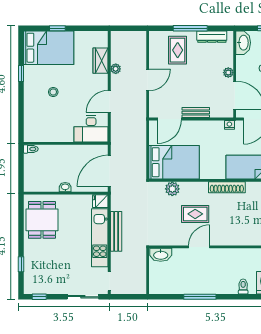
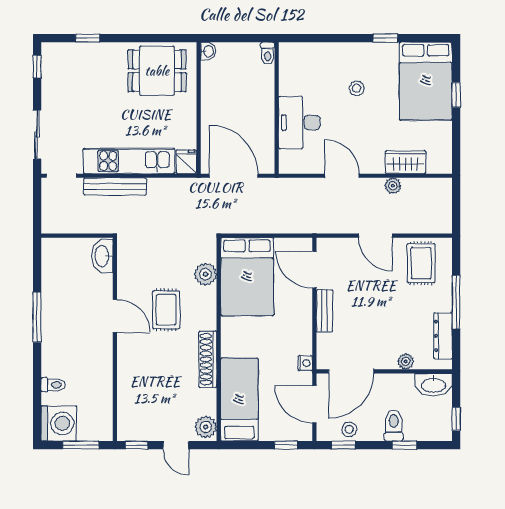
rug: (178, 50) -> (421, 263), moved, turned 90
plant: (228, 73) -> (406, 361), moved
desk: (91, 129) -> (299, 123), moved
washbasin: (65, 187) -> (208, 51), moved
bench: (116, 231) -> (115, 186), moved

